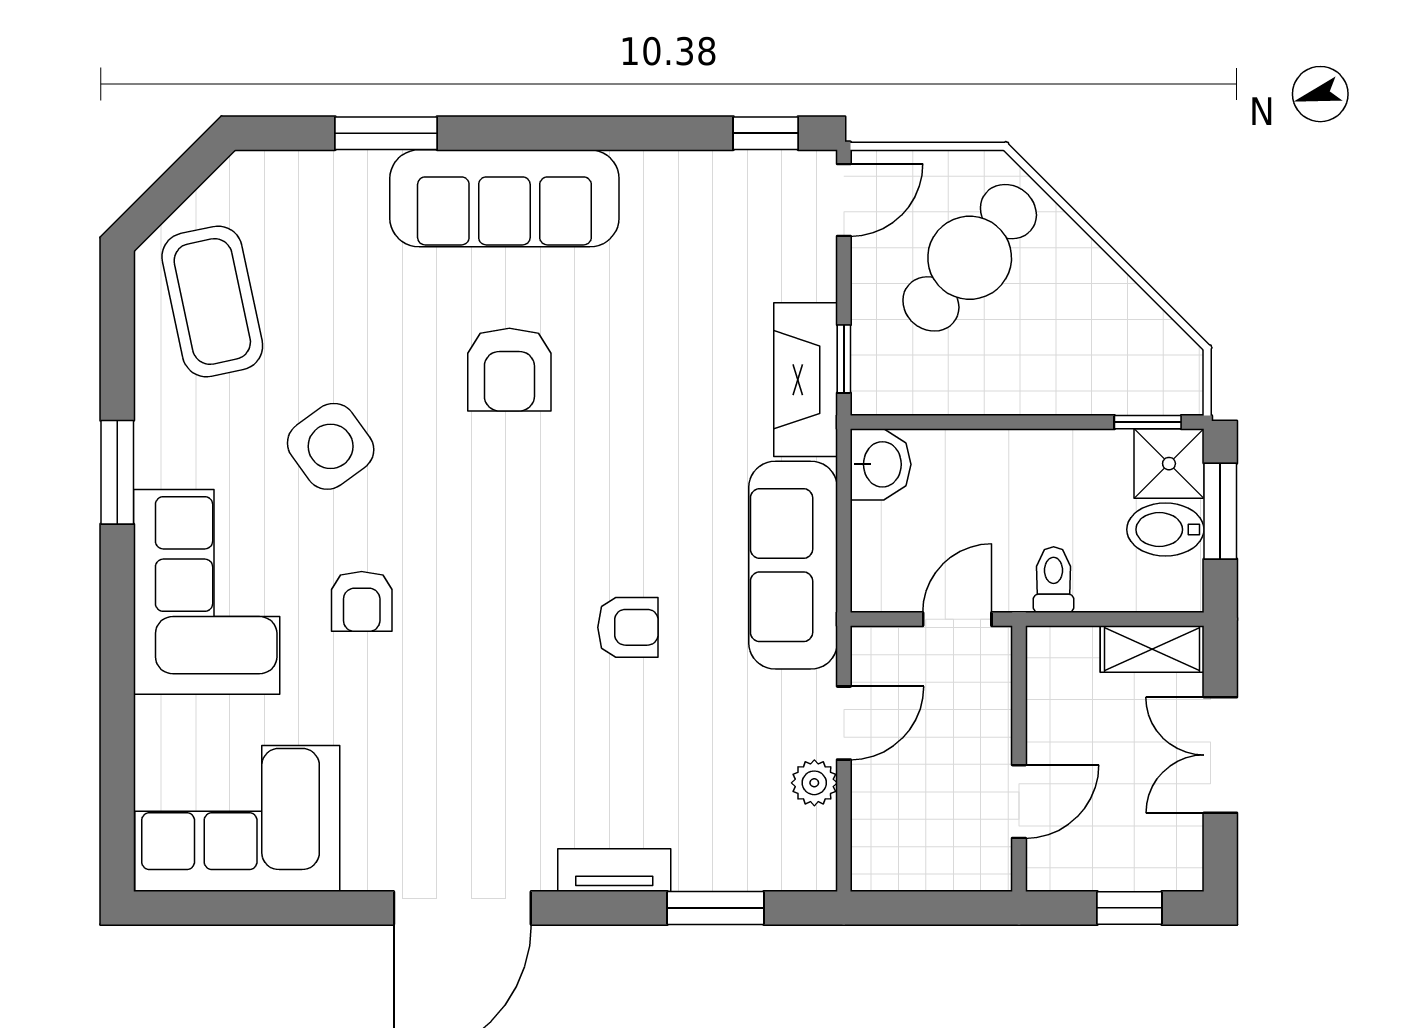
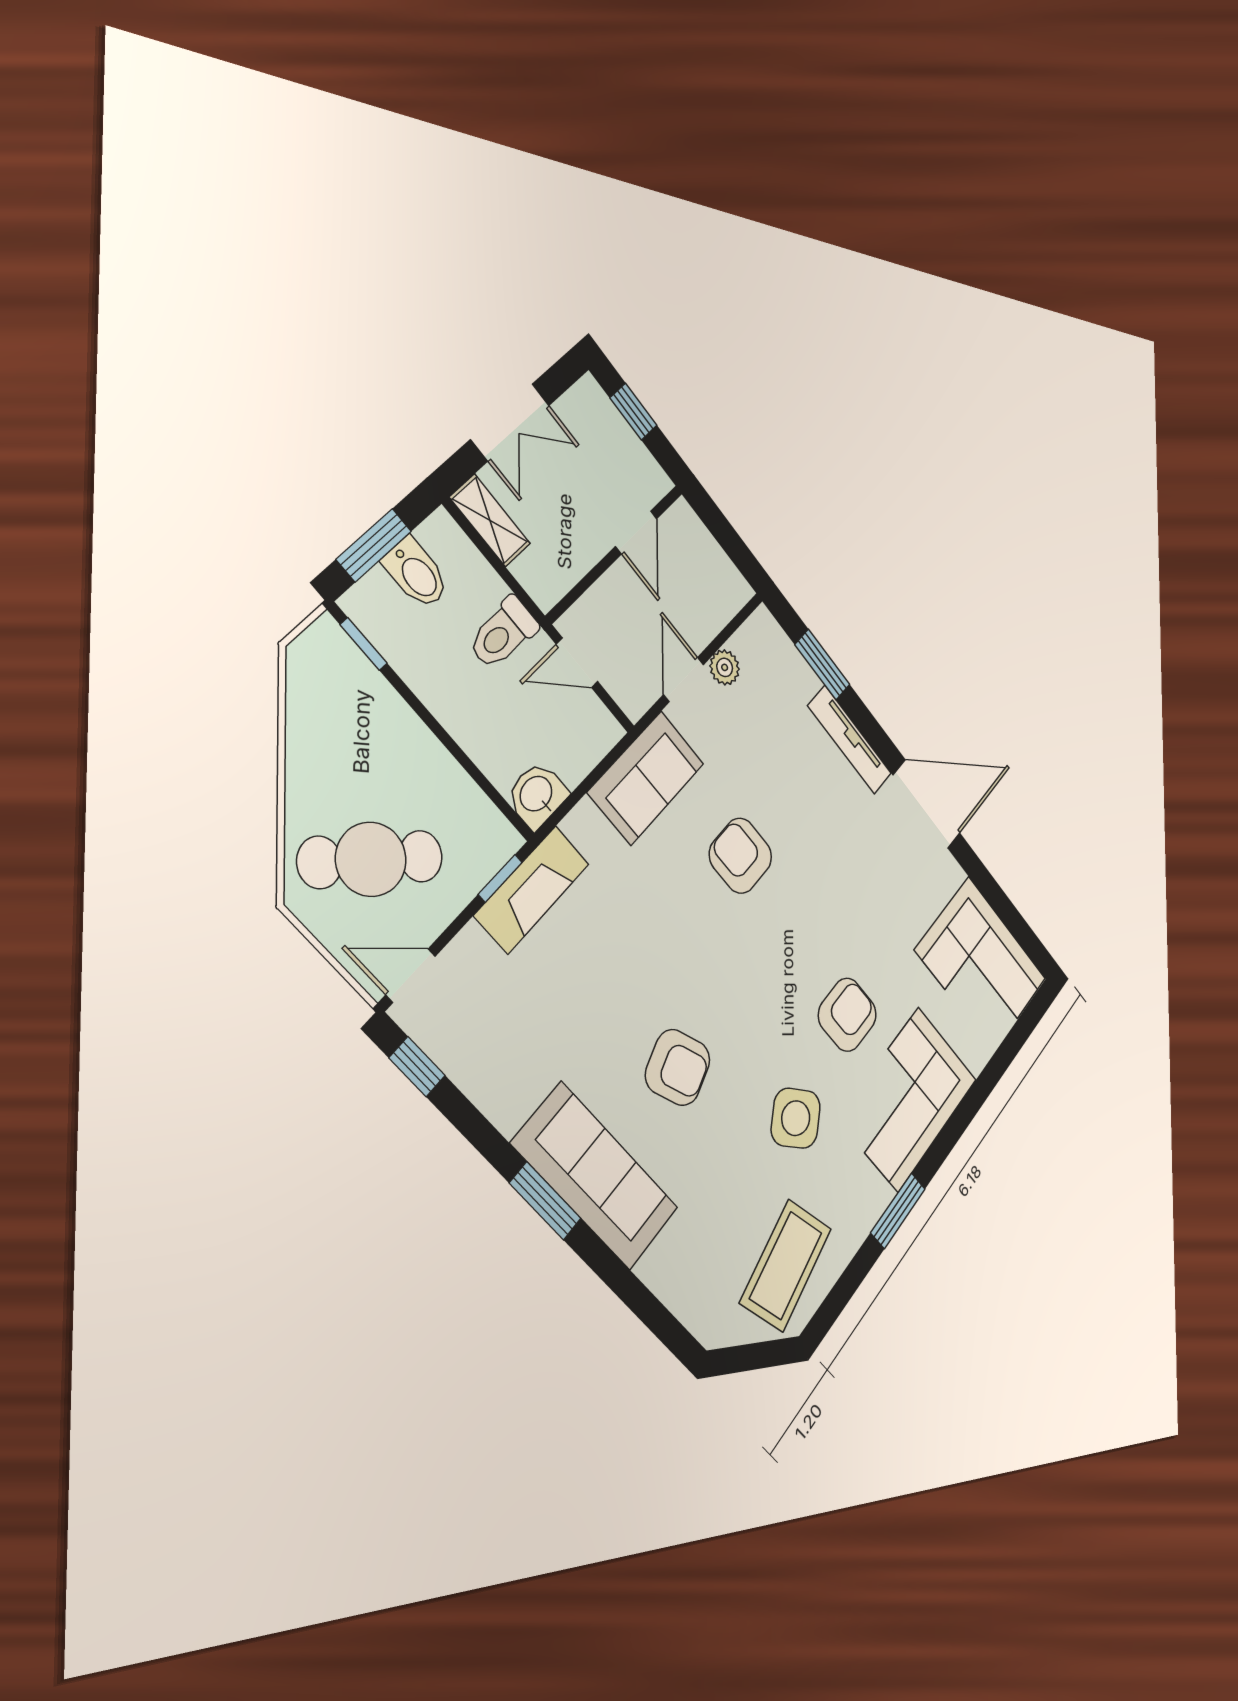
window: (386, 133) -> (545, 1201), moved
armchair: (509, 370) -> (678, 1067), turned 71
shower: (1169, 464) -> (376, 606), removed
sofa: (793, 565) -> (646, 778), width x0.73
toilet: (1054, 580) -> (503, 633), width x1.37, depth x1.39
armchair: (362, 601) -> (847, 1015), width x1.38, depth x1.38
armchair: (628, 627) -> (741, 856), width x1.38, depth x1.38
door: (844, 723) -> (683, 680), hinge flipped
door: (1019, 802) -> (636, 532), swing flipped
tv unit: (614, 870) -> (850, 740), width x1.41

